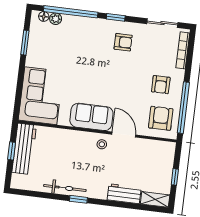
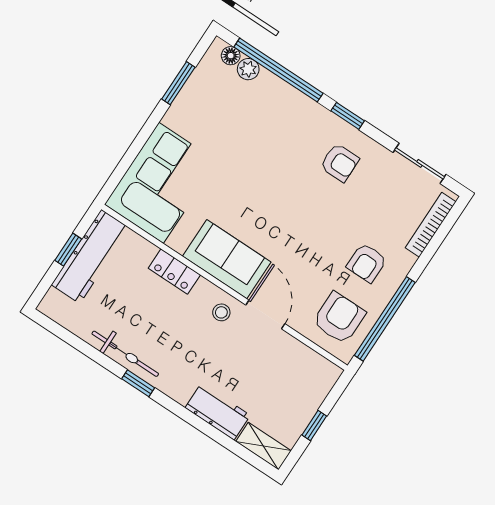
locker: (69, 136) -> (174, 272), added

